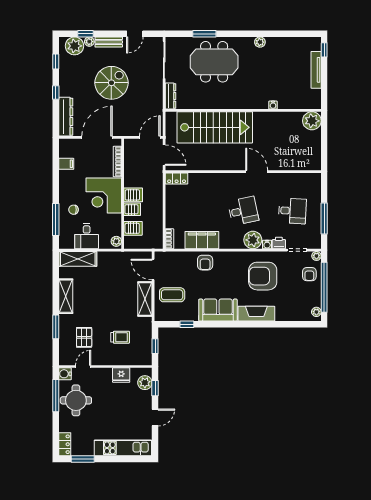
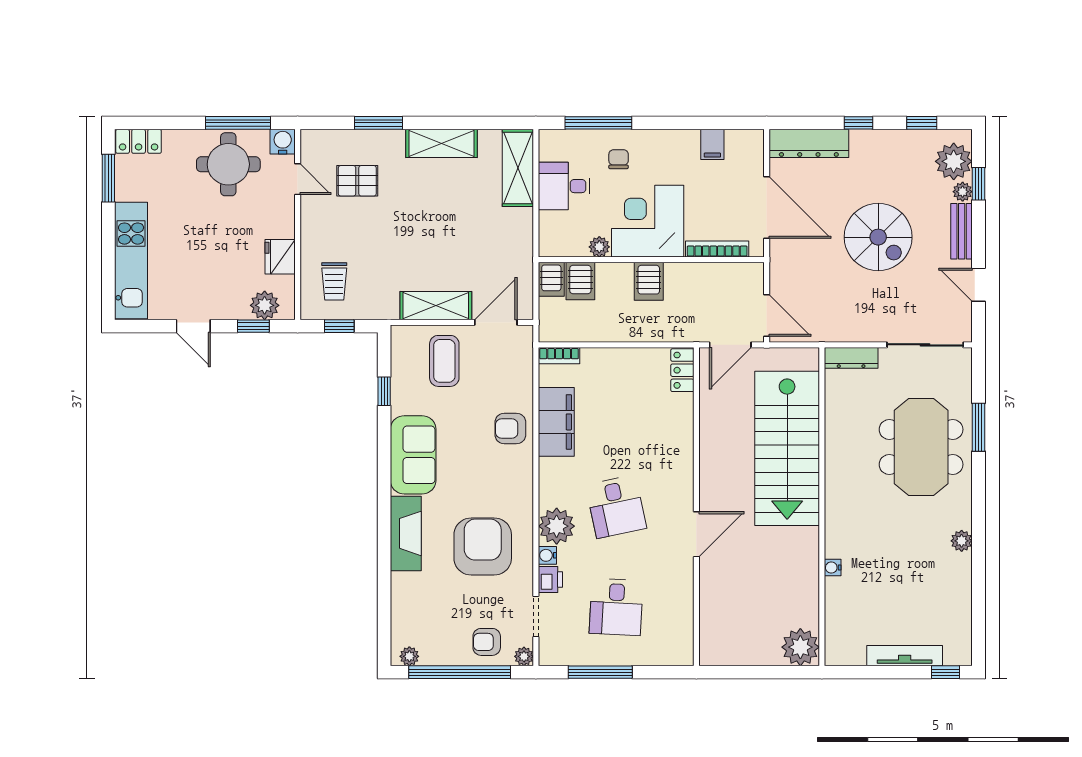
server rack: (132, 209) -> (551, 279), moved
plant: (116, 241) -> (599, 247), moved
trolley: (120, 337) -> (334, 281), moved

